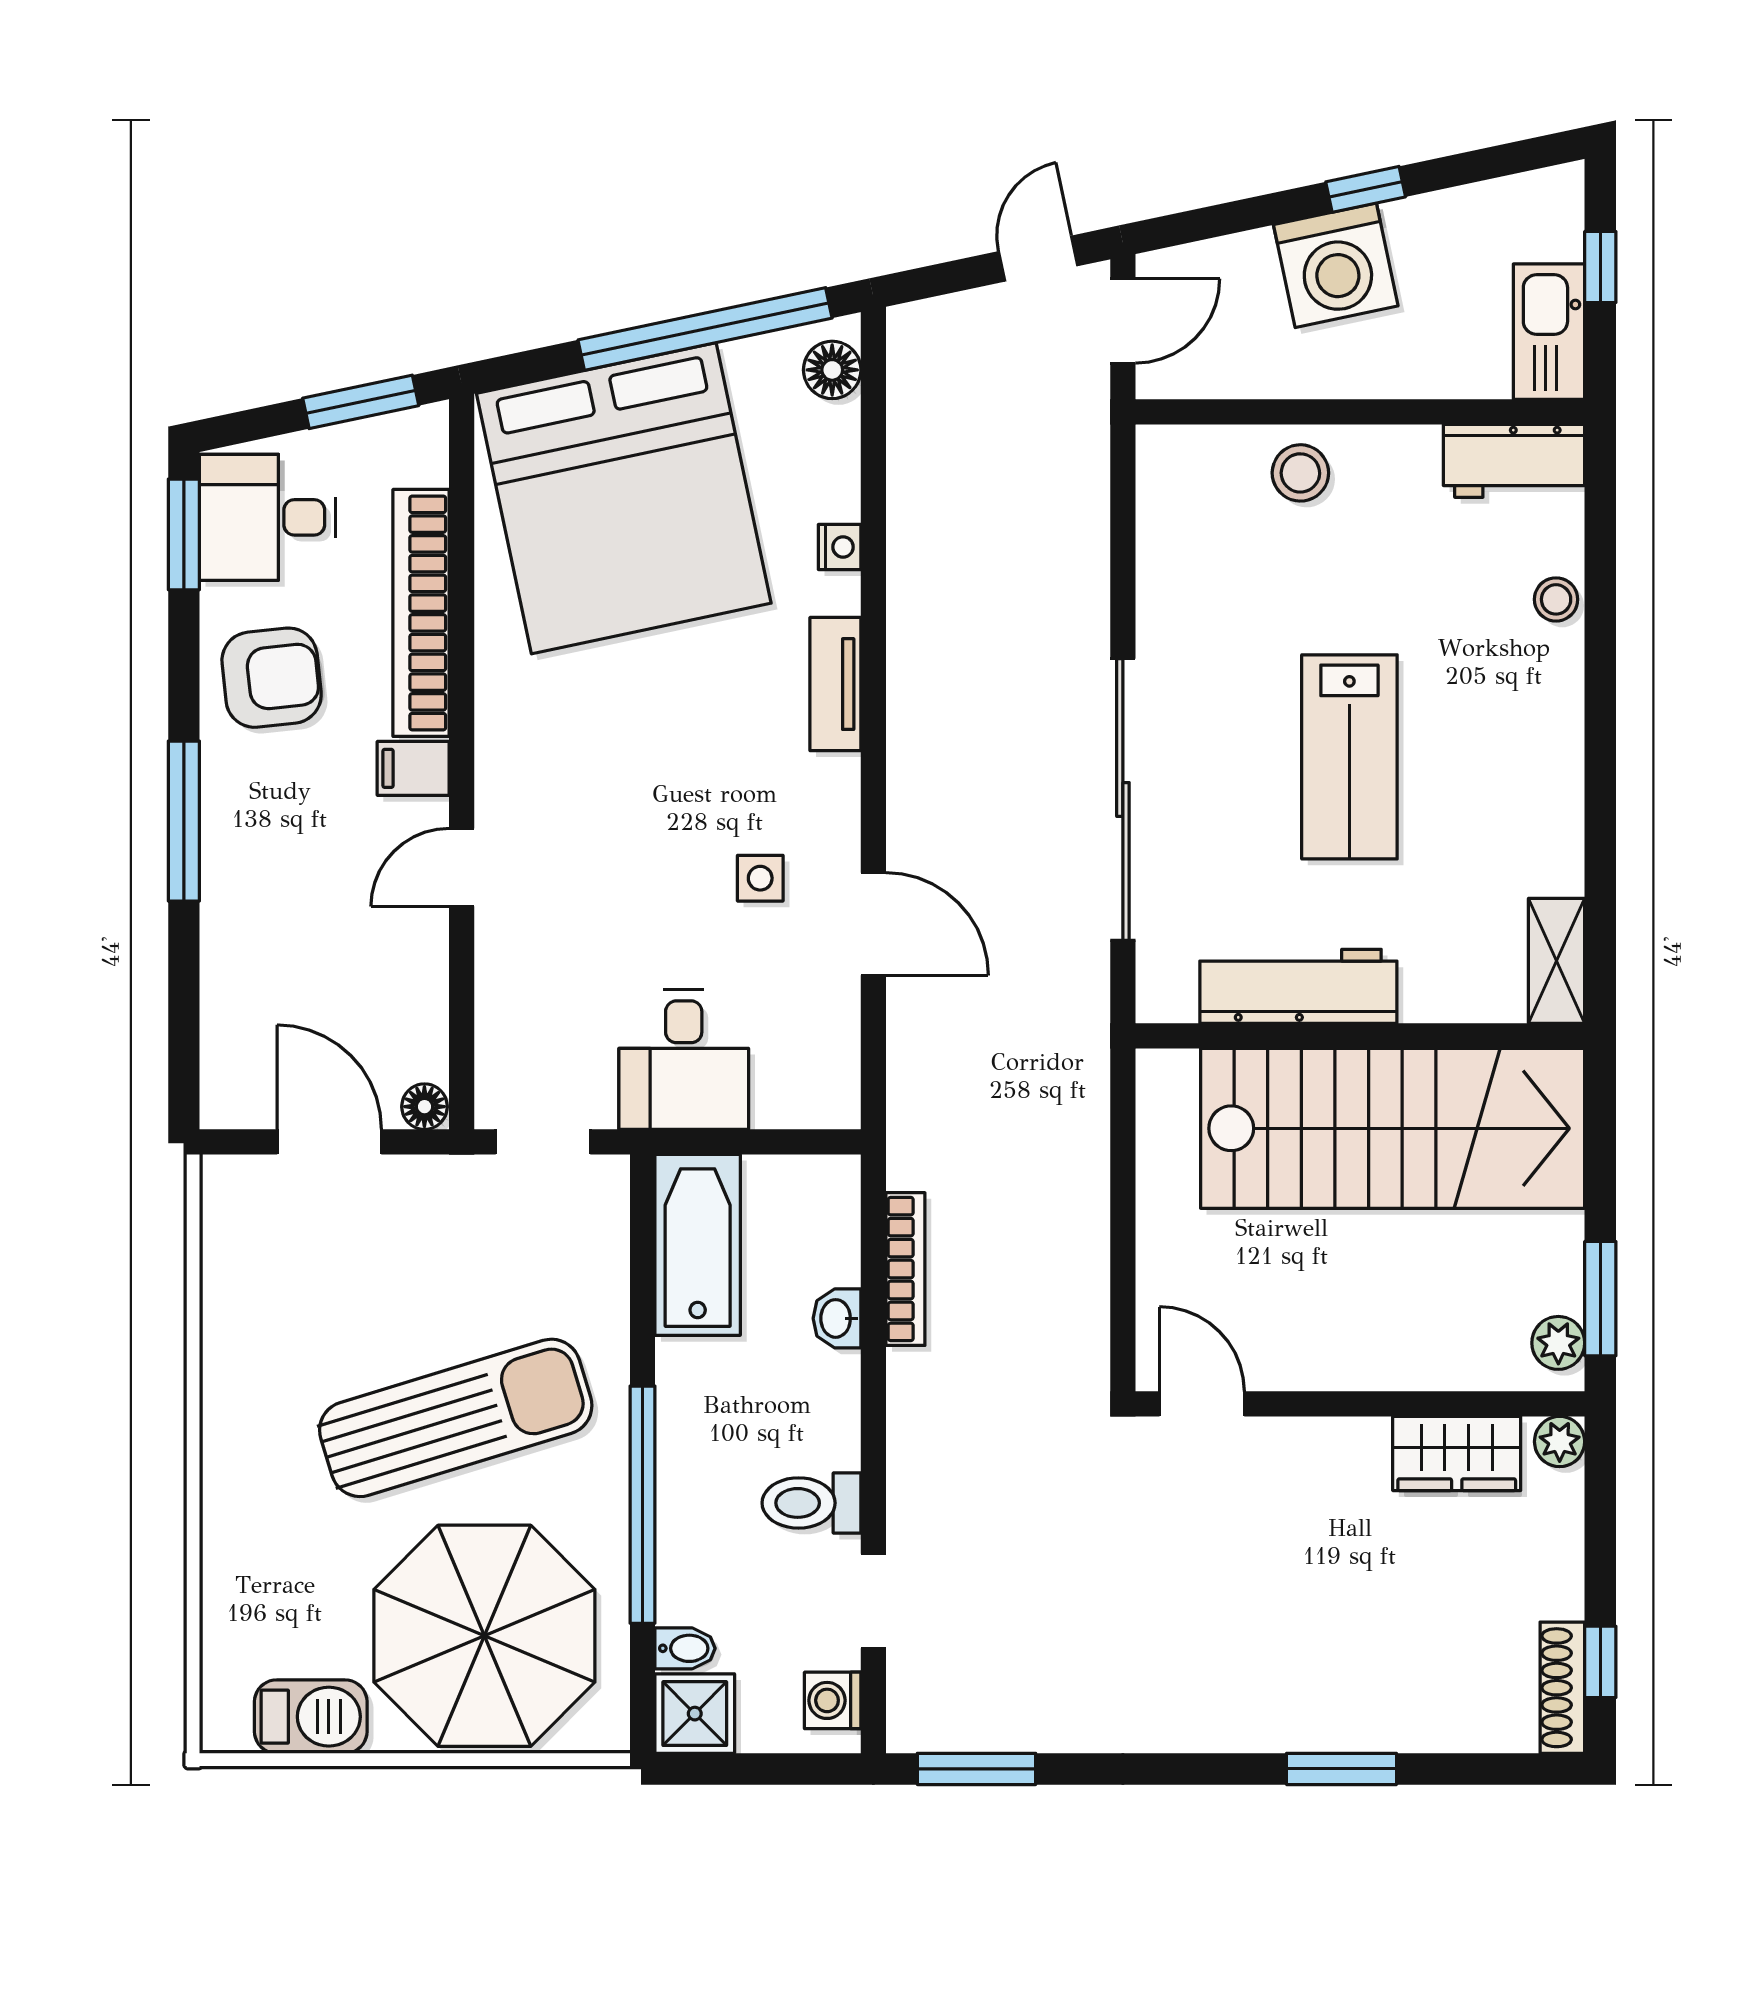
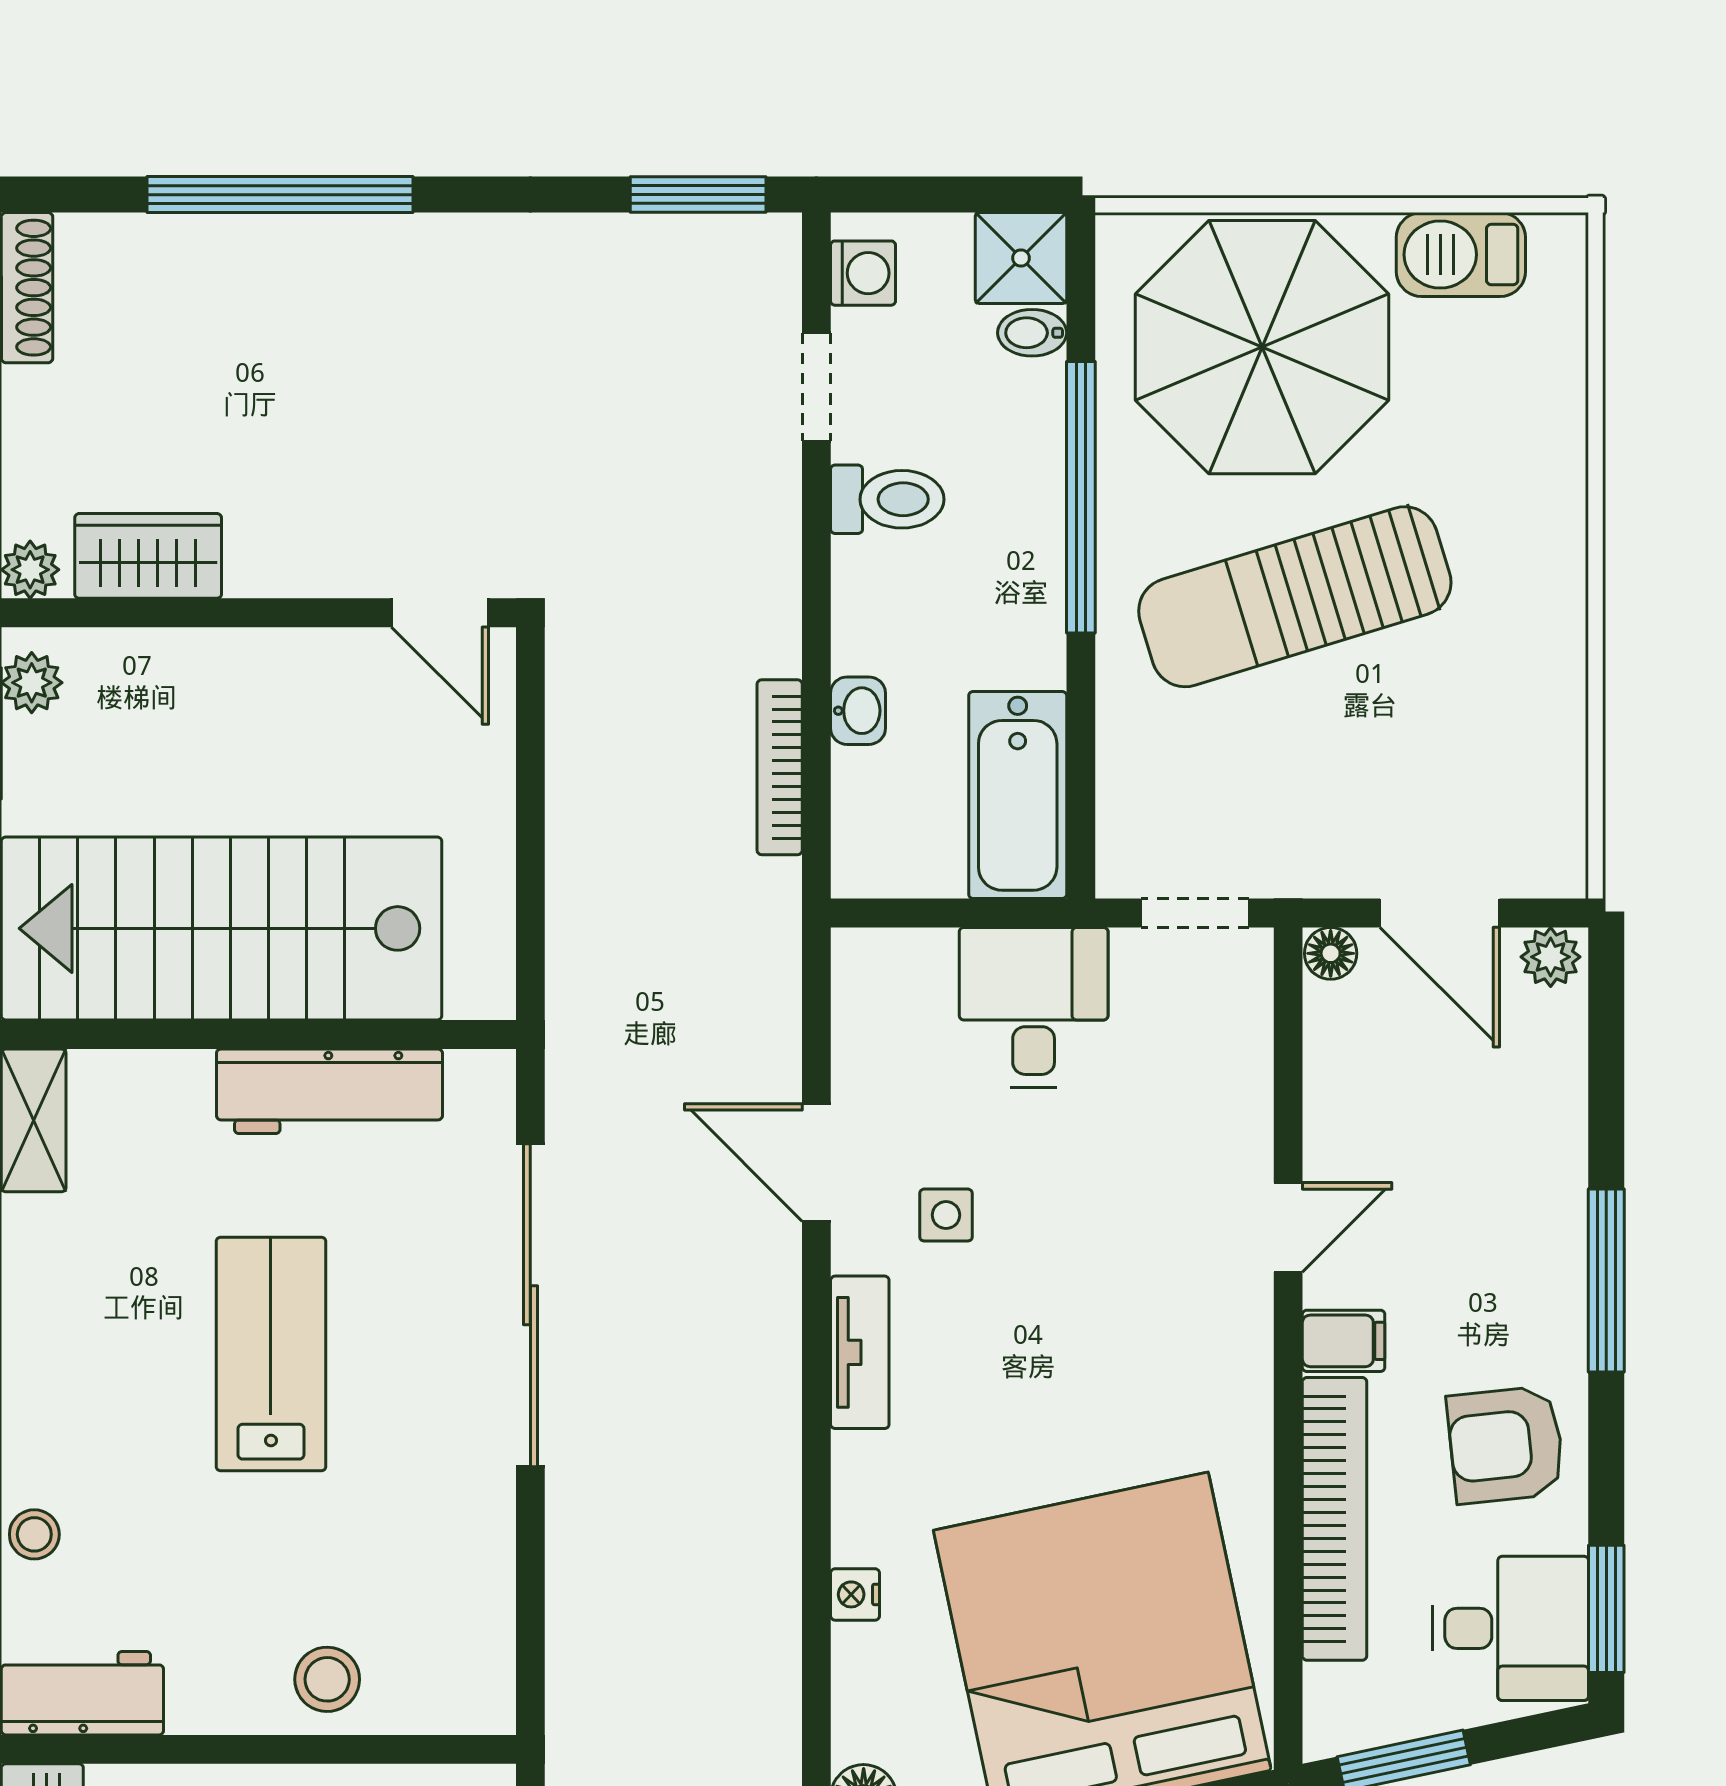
tv unit: (835, 684) -> (860, 1352), moved
plant: (233, 1103) -> (1551, 957), added
window: (1342, 1769) -> (280, 195), width x2.11

